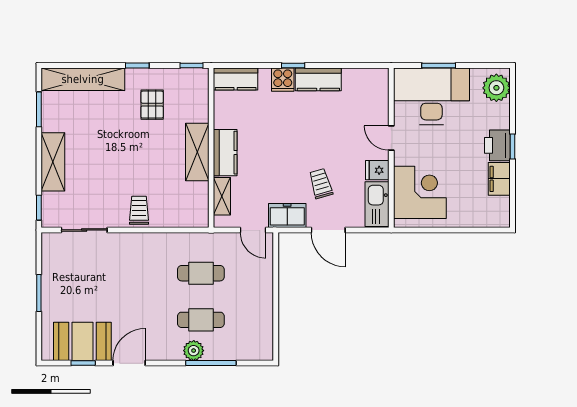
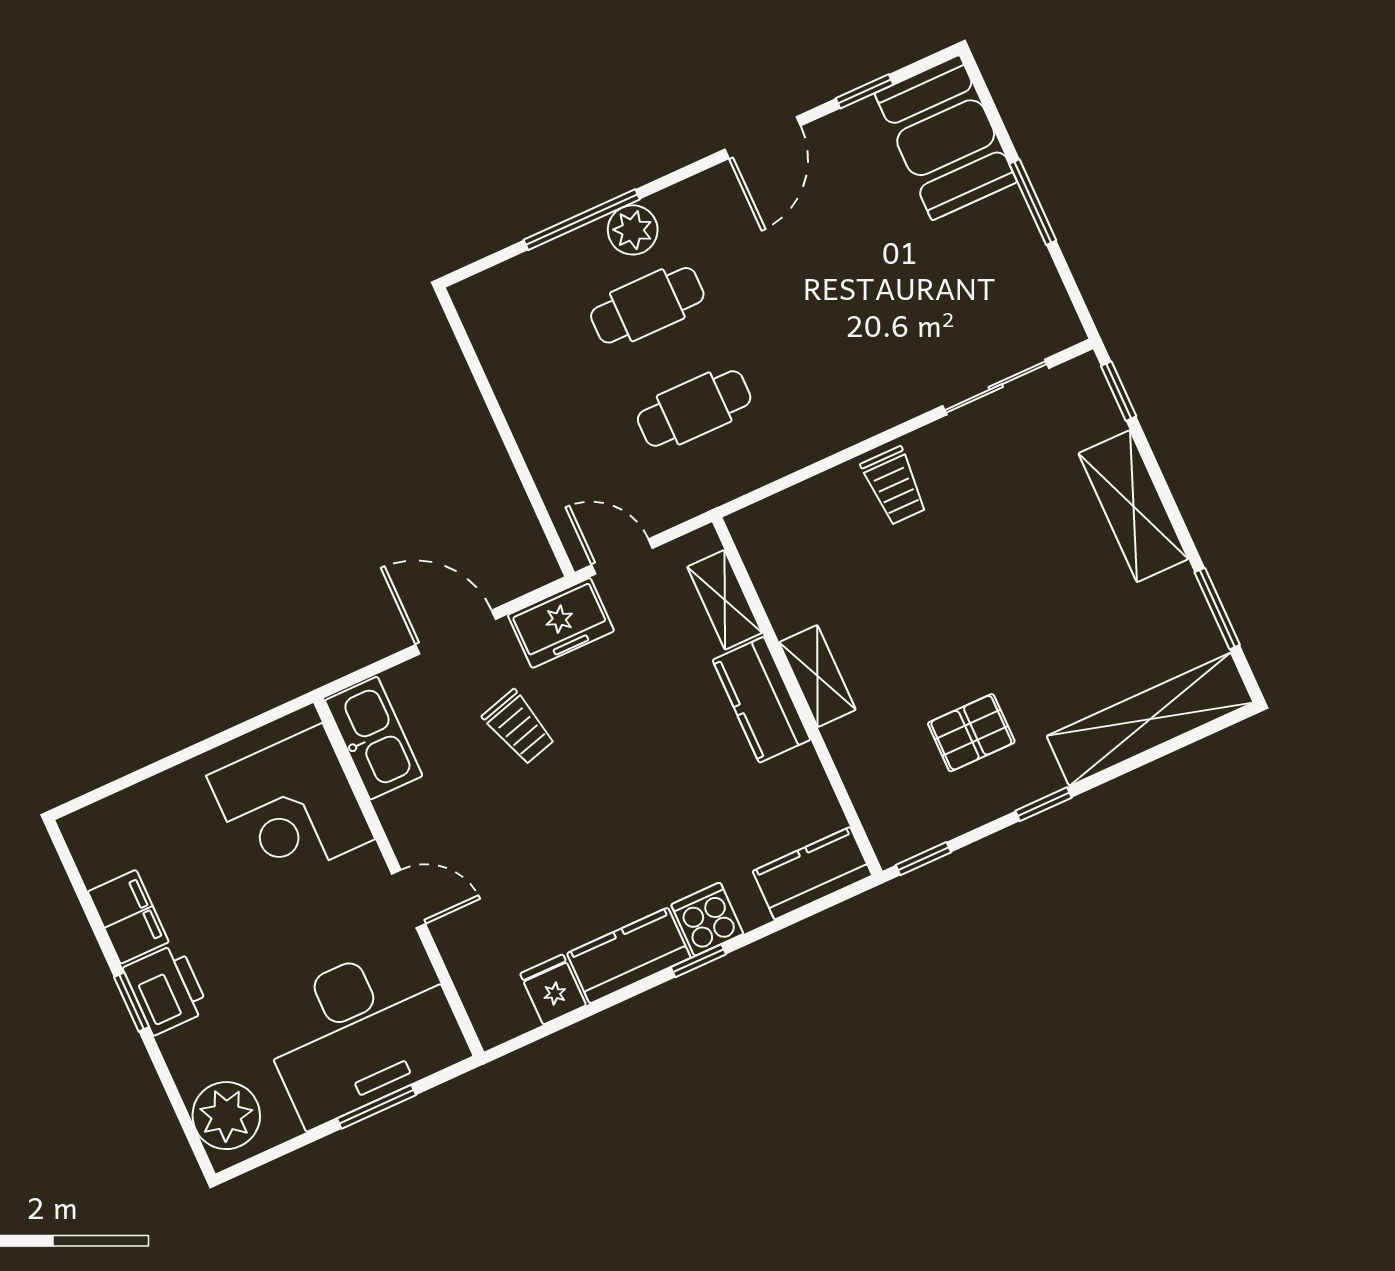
pallet: (152, 105) -> (971, 733), turned 90
shelving: (197, 152) -> (818, 676), width x0.67, depth x0.75
fridge: (377, 170) -> (553, 989), moved, turned -90
booth: (82, 341) -> (946, 138), moved, turned 90

